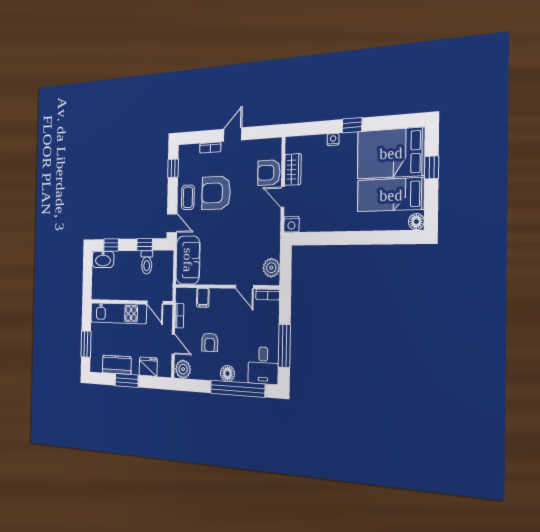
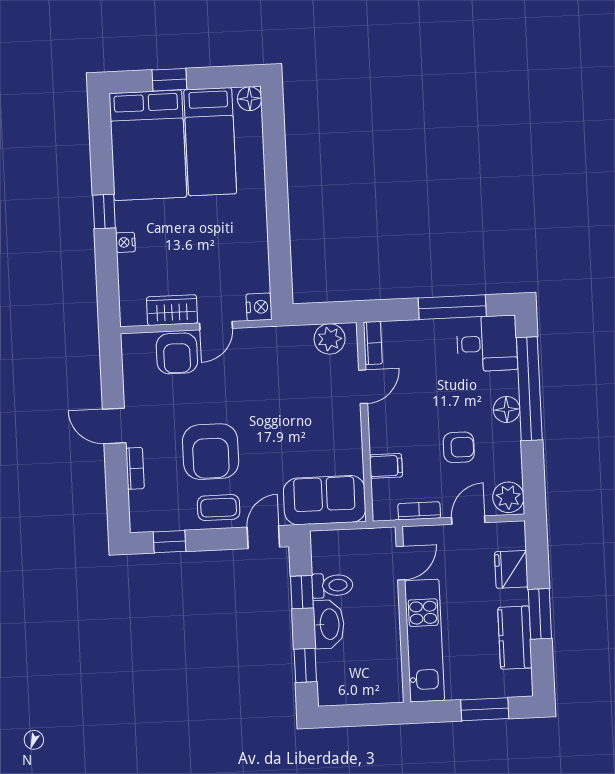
washbasin: (103, 259) -> (329, 624), moved

